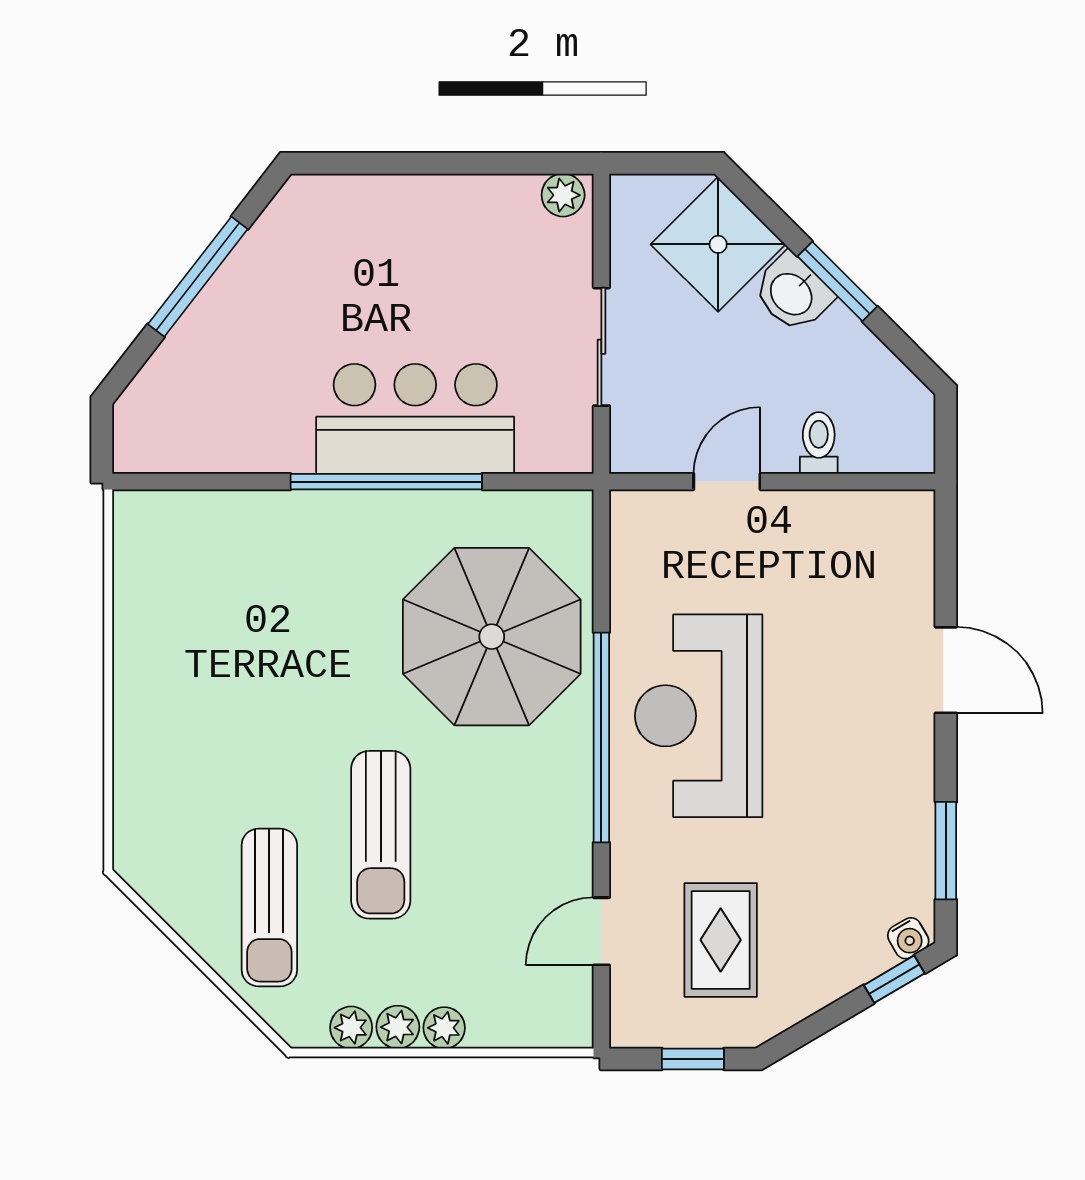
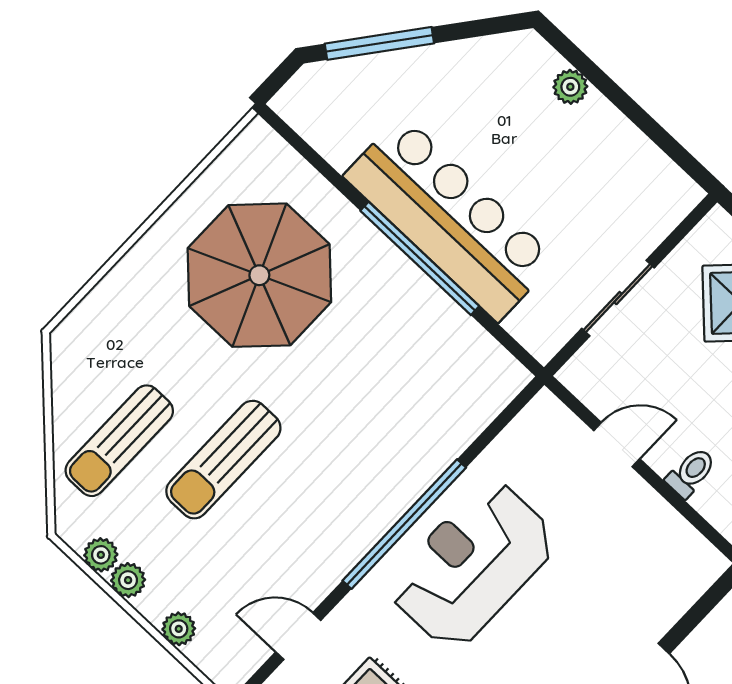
plant: (563, 195) -> (570, 87), moved
window: (198, 277) -> (379, 43), moved
bar counter: (415, 419) -> (450, 218), width x1.36
parasol: (492, 637) -> (259, 275), moved
plant: (444, 1028) -> (179, 629), moved

